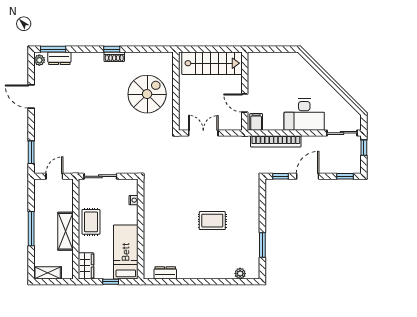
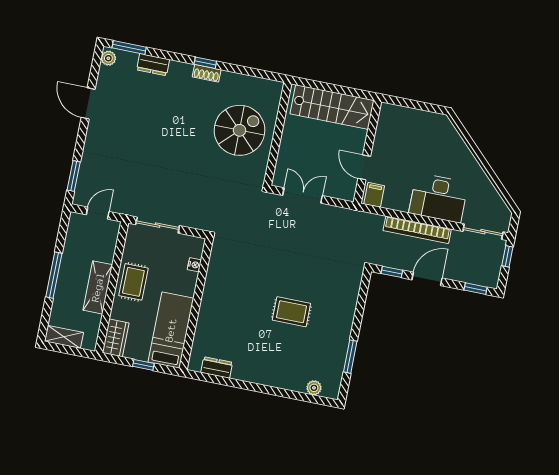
dresser: (59, 58) -> (153, 65), moved
bookcase: (276, 141) -> (417, 230), moved

